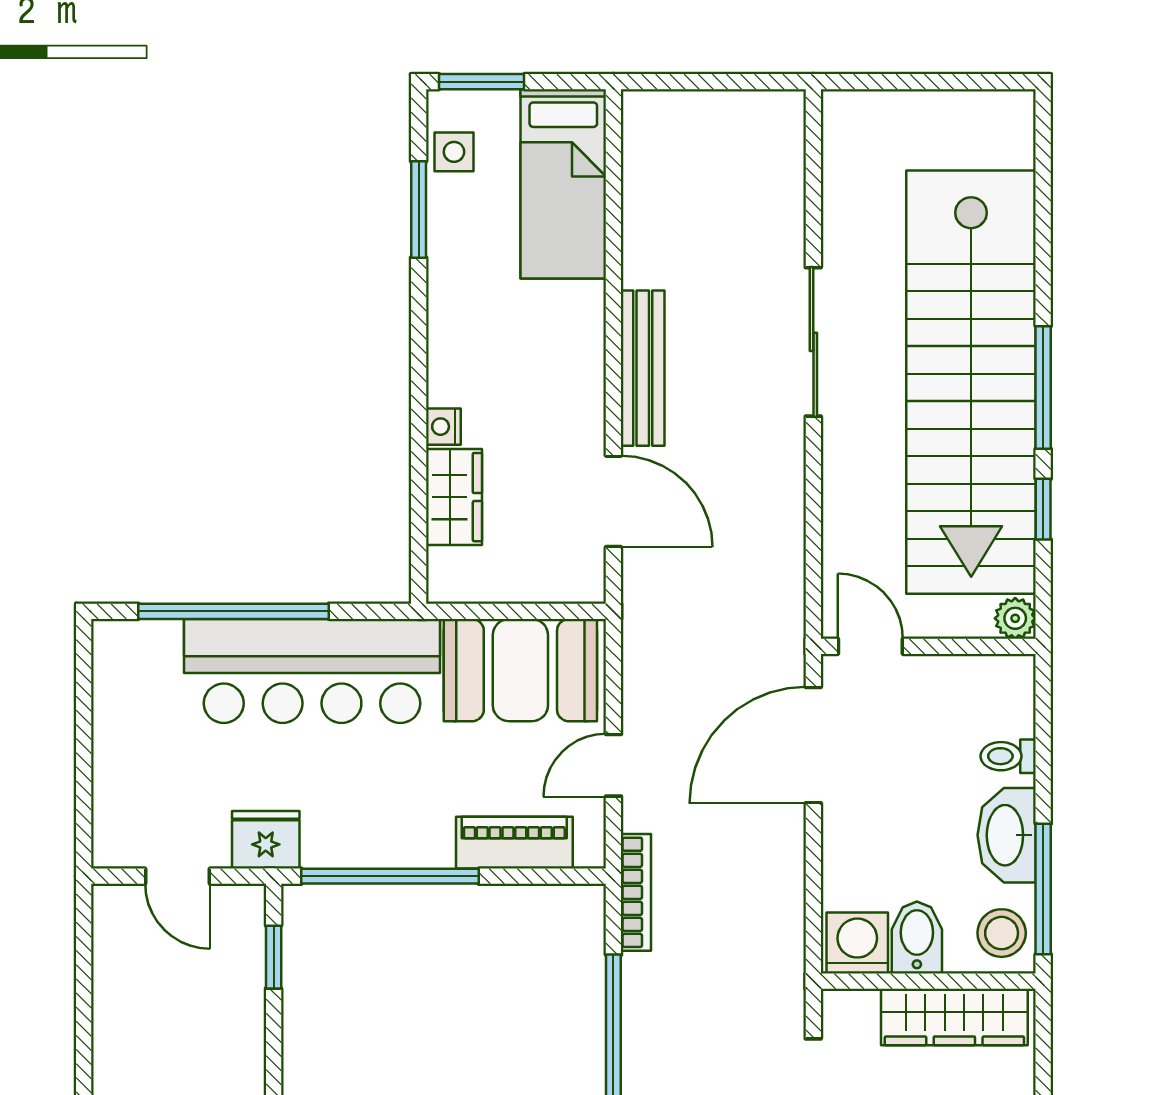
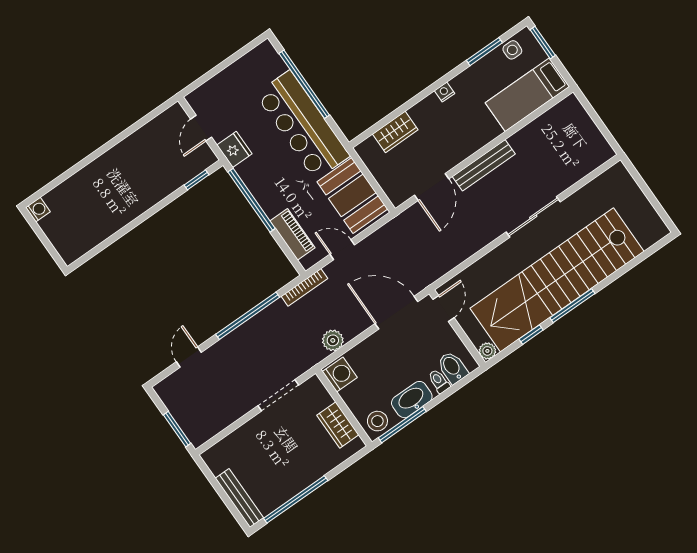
nightstand: (443, 427) -> (444, 92), moved
plant: (780, 910) -> (333, 340), added
bidet: (917, 938) -> (452, 368), moved, turned -90
wardrobe: (954, 1017) -> (338, 425), width x0.67

